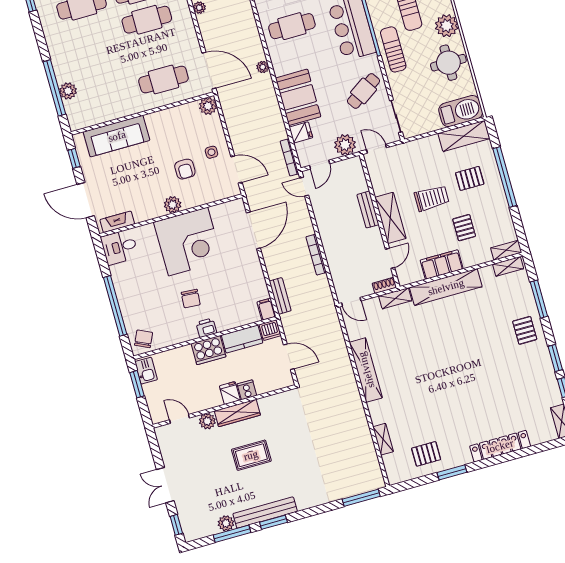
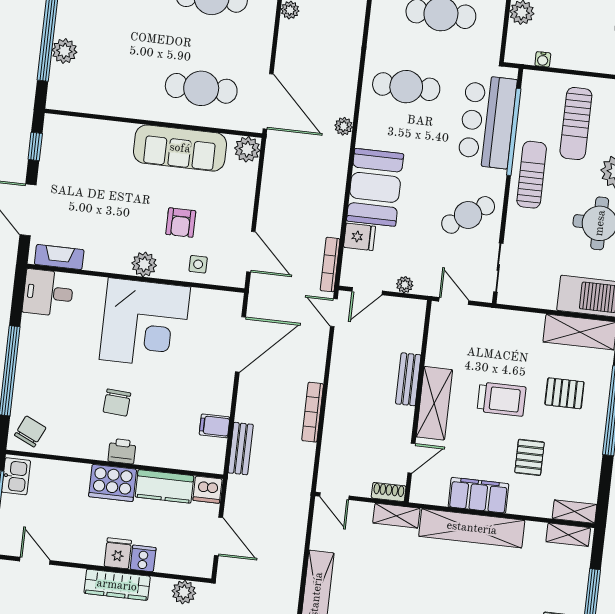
sofa: (117, 136) -> (180, 148), moved
plant: (345, 145) -> (405, 285), width x0.53, depth x0.53
side table: (211, 152) -> (198, 264), moved
filing cabinet: (266, 309) -> (215, 426), moved, turned -90
plant: (207, 421) -> (184, 592), moved

